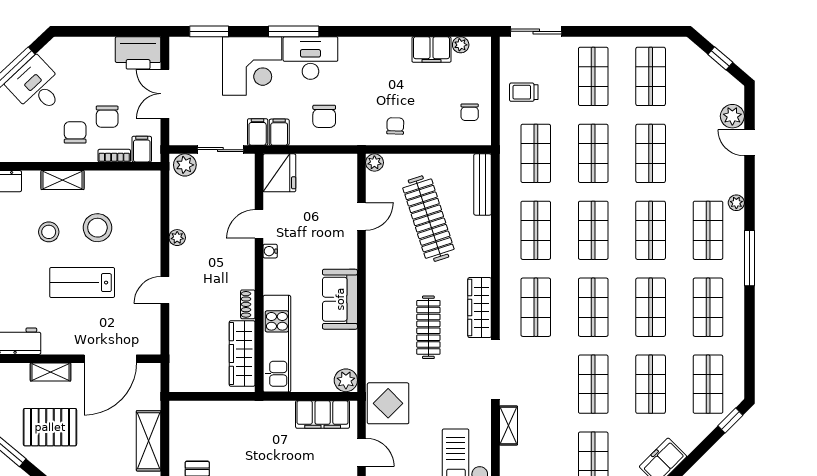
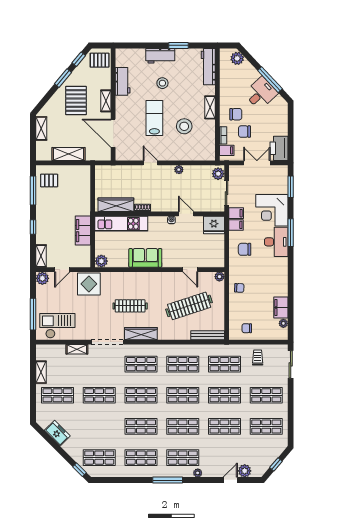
stool: (49, 232) -> (162, 83), moved
shop shelf: (651, 384) -> (99, 426), removed
filing cabinet: (323, 414) -> (83, 231), moved

